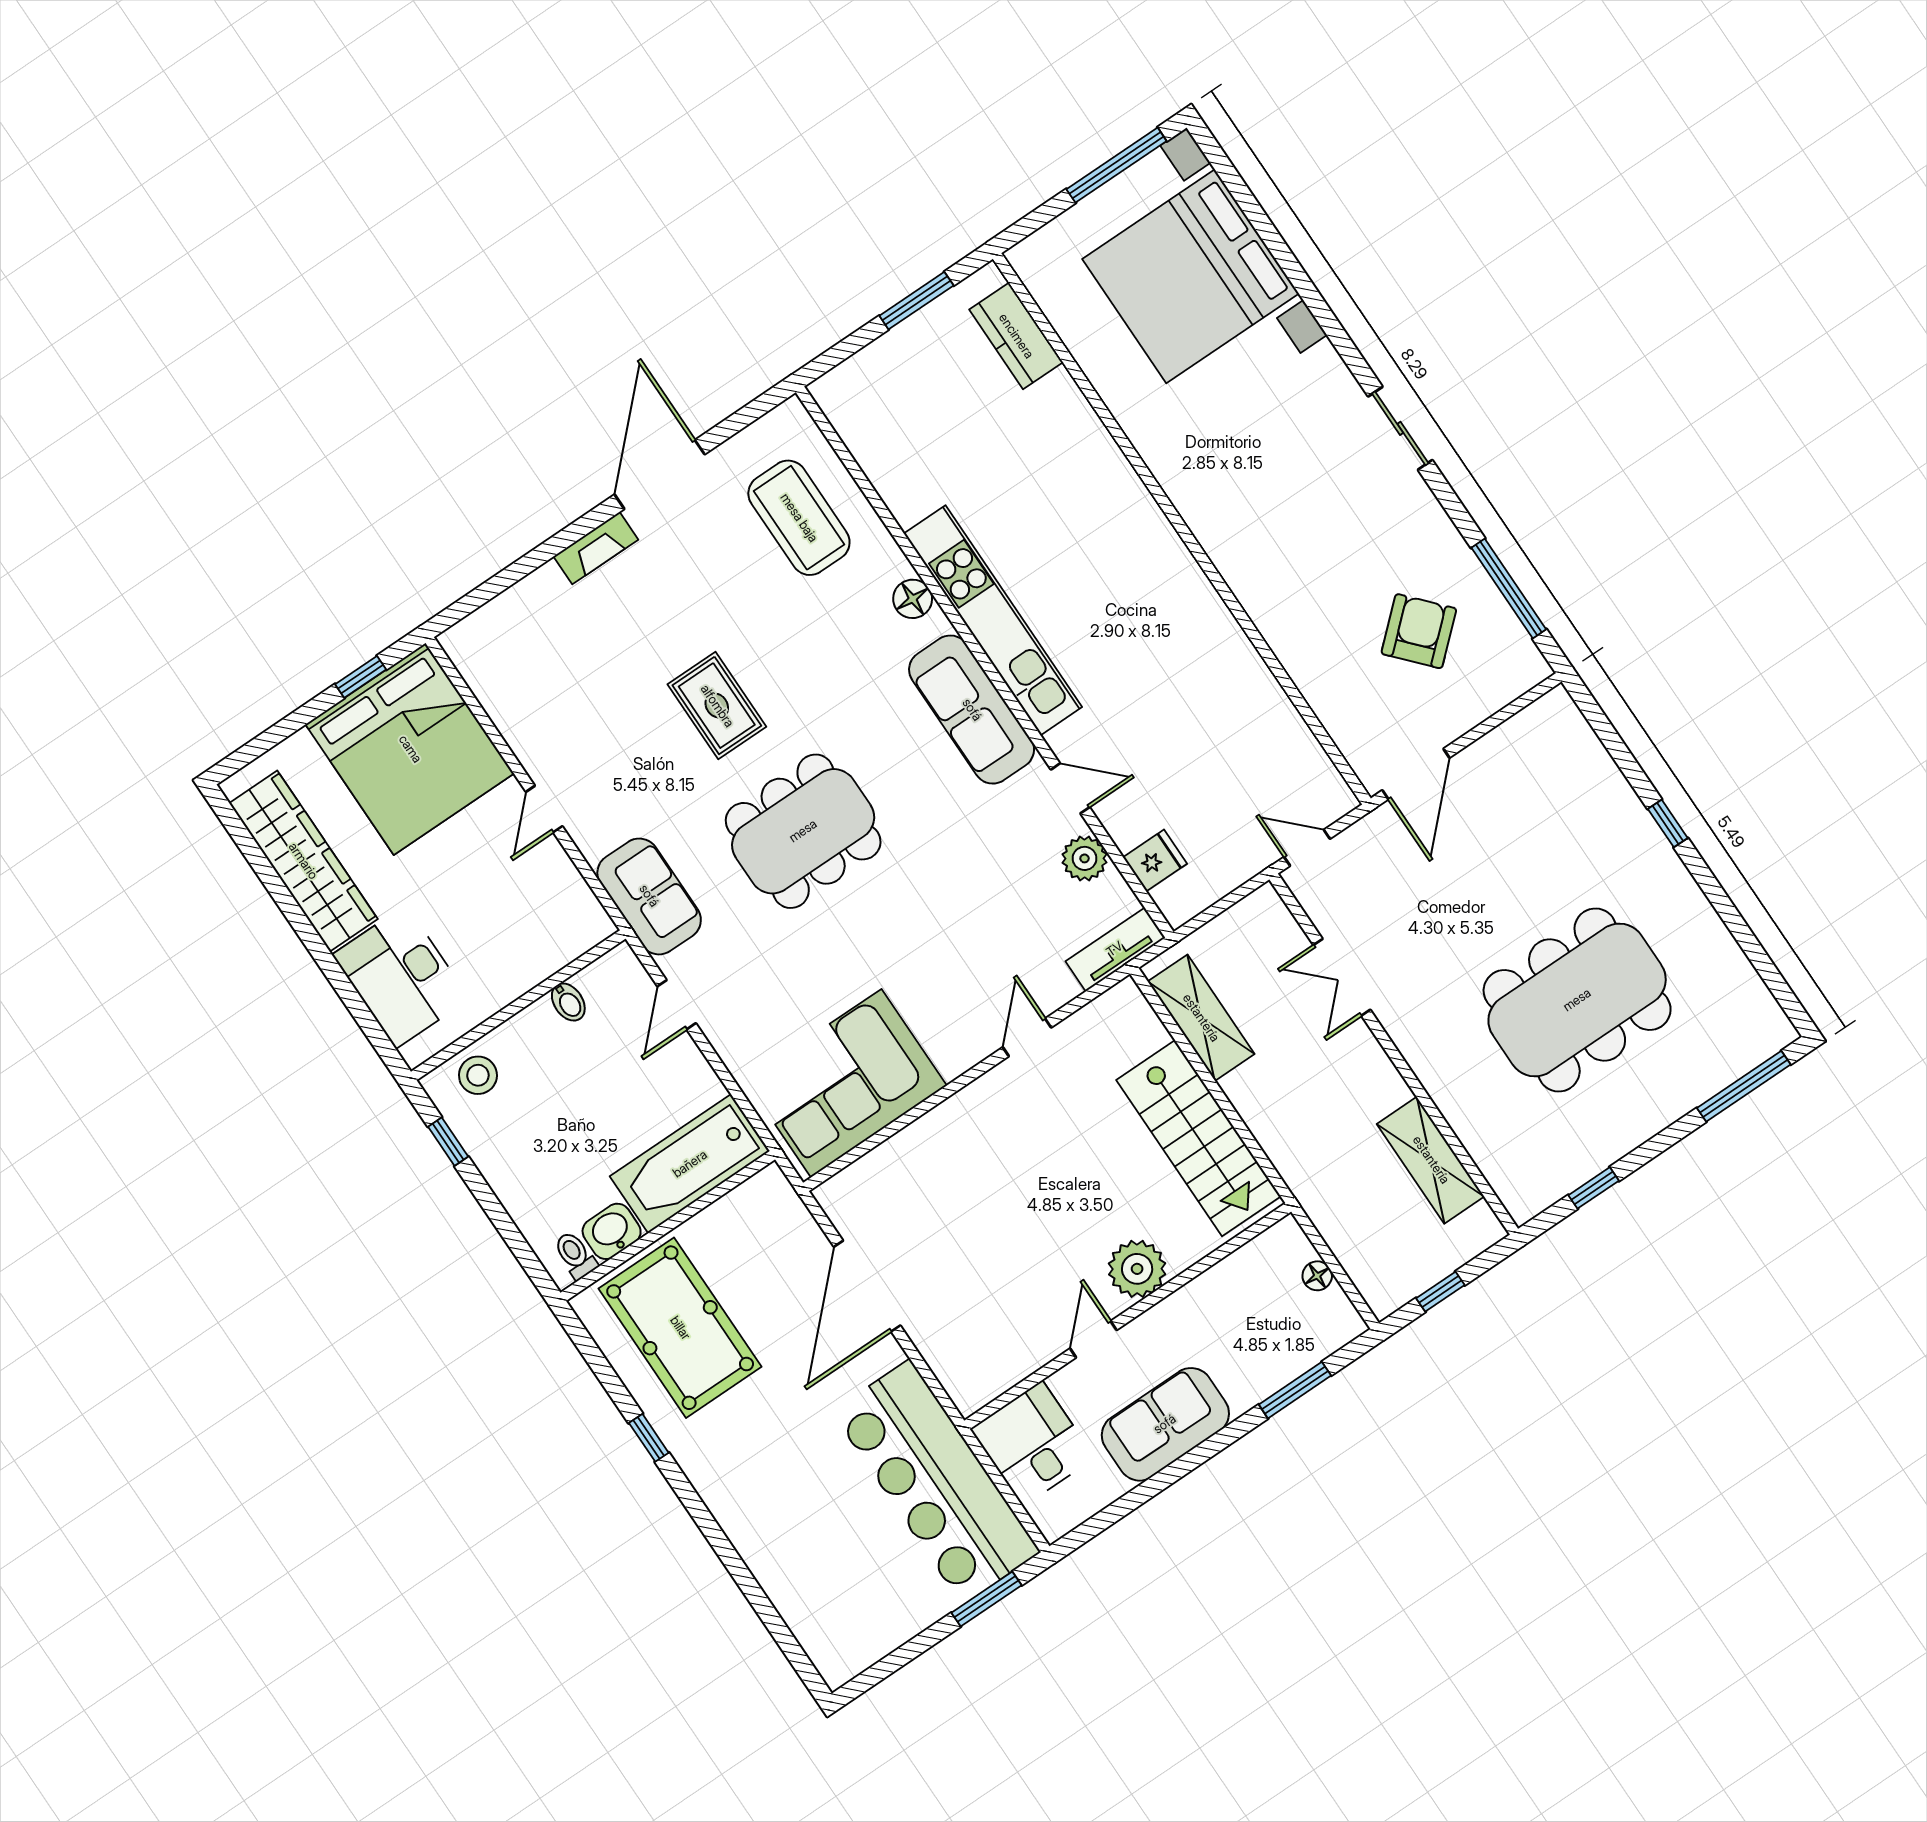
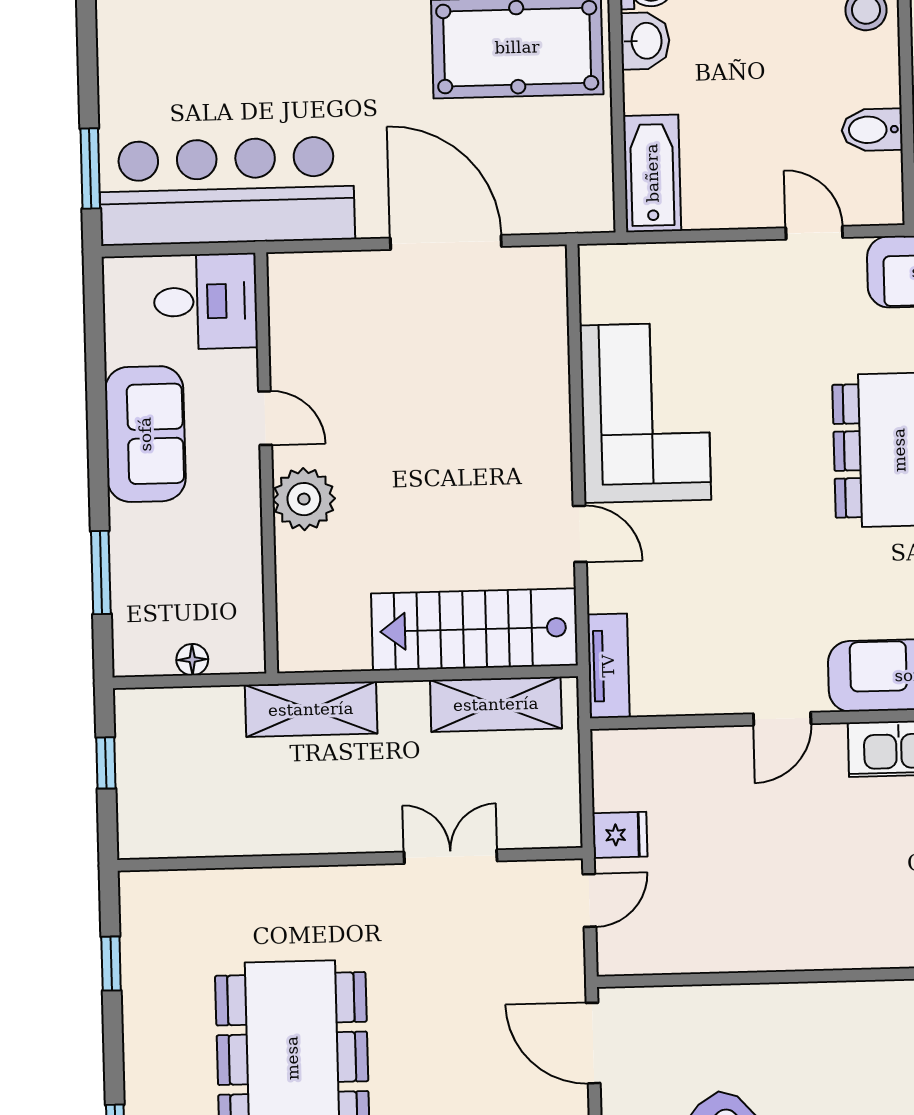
plant: (1084, 858) -> (710, 691), removed
fridge: (1155, 861) -> (620, 835), moved, turned -90
bidet: (568, 1002) -> (872, 130), width x1.38, depth x1.36
corner sofa: (846, 1083) -> (645, 413), moved
stairs: (1199, 1138) -> (474, 629), moved
shelving: (1431, 1160) -> (311, 709), moved
bathtub: (690, 1164) -> (652, 173), width x0.73, depth x0.73

